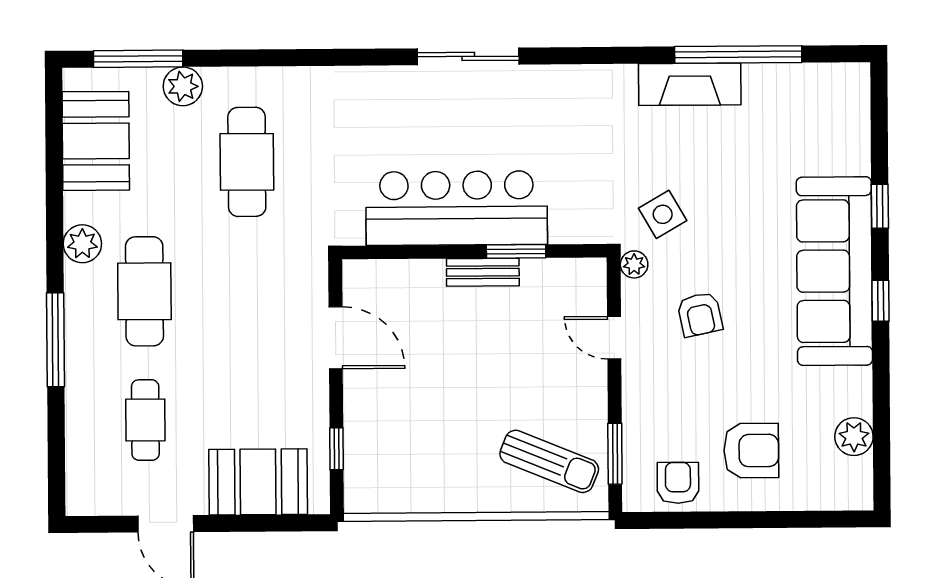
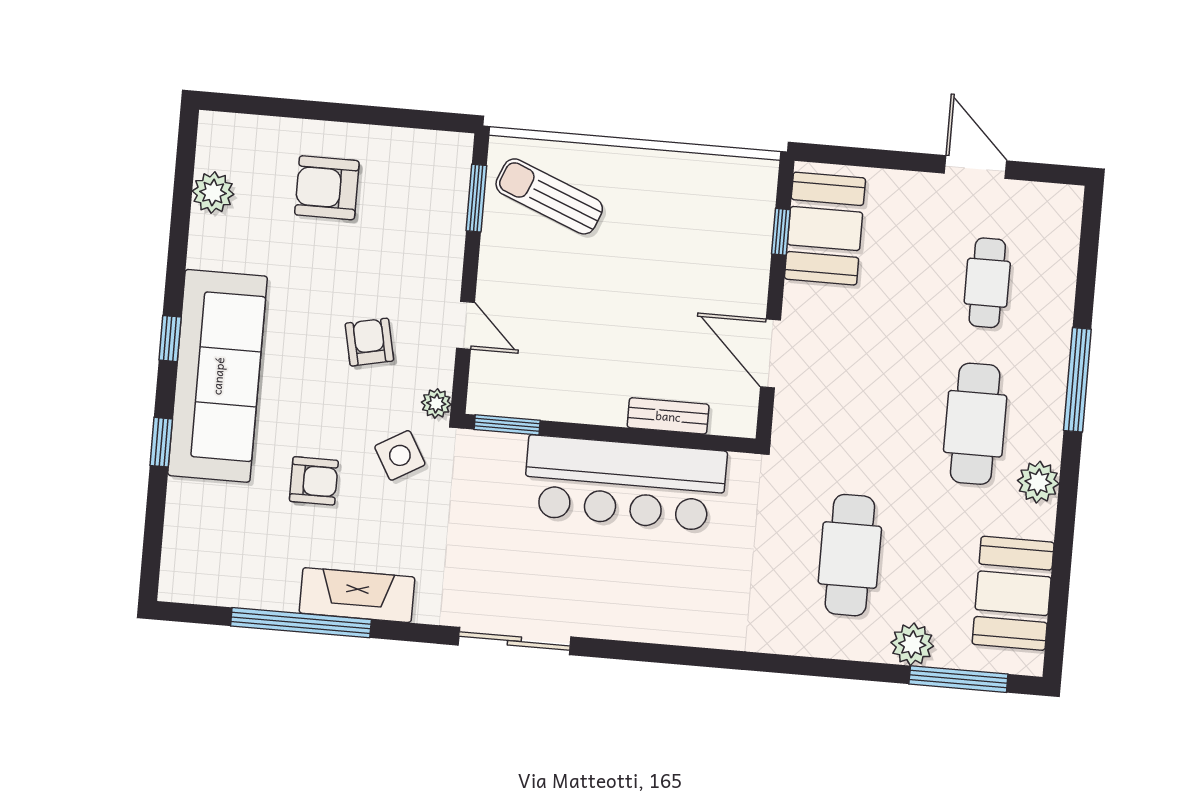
sliding door: (468, 56) -> (514, 641), moved
window: (516, 251) -> (507, 425), moved
bench: (483, 272) -> (668, 416), moved
booth: (258, 482) -> (825, 229), moved, turned 90
armchair: (678, 483) -> (314, 481), moved, turned -90

